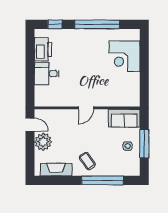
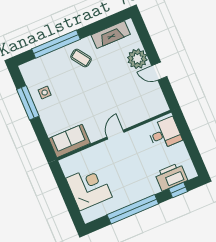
printer: (43, 49) -> (171, 177), moved, turned 90
door: (86, 108) -> (115, 135), moved
wall: (87, 108) -> (114, 135), moved
sofa: (124, 118) -> (70, 141), moved

